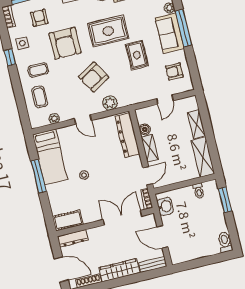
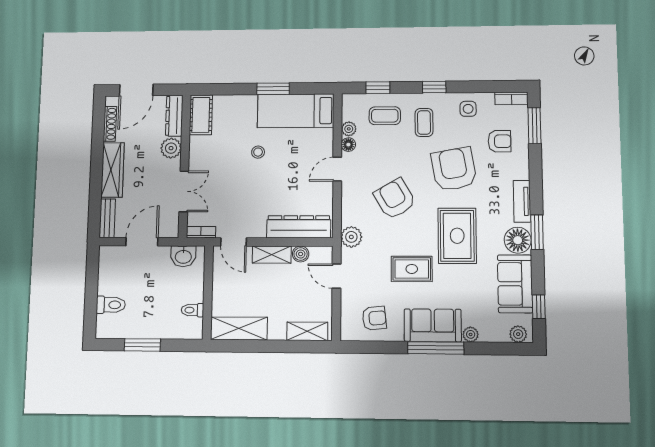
armchair: (65, 43) -> (454, 169), turned 80
window: (10, 57) -> (434, 87), moved
armchair: (174, 71) -> (374, 318), turned 84
door: (165, 100) -> (337, 276), moved
plant: (110, 103) -> (351, 237), moved
window: (22, 106) -> (378, 88), added
floor lamp: (65, 116) -> (348, 145), added
shelving: (196, 124) -> (307, 331), moved
window: (39, 176) -> (273, 89), width x0.69
window: (225, 200) -> (142, 345), moved
double door: (122, 218) -> (184, 191), width x0.73
plant: (95, 234) -> (171, 148), added
toilet: (225, 242) -> (111, 305), moved

